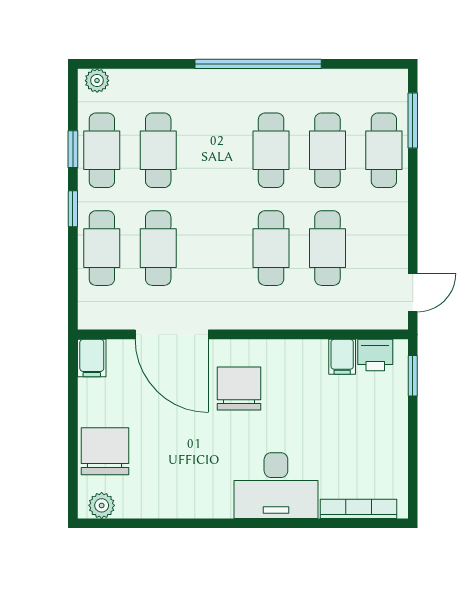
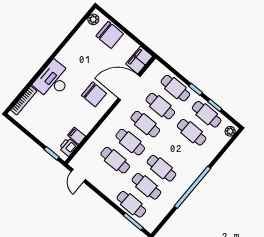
cafe table: (215, 248) -> (145, 124), added
filing cabinet: (92, 358) -> (139, 60), width x2.00

